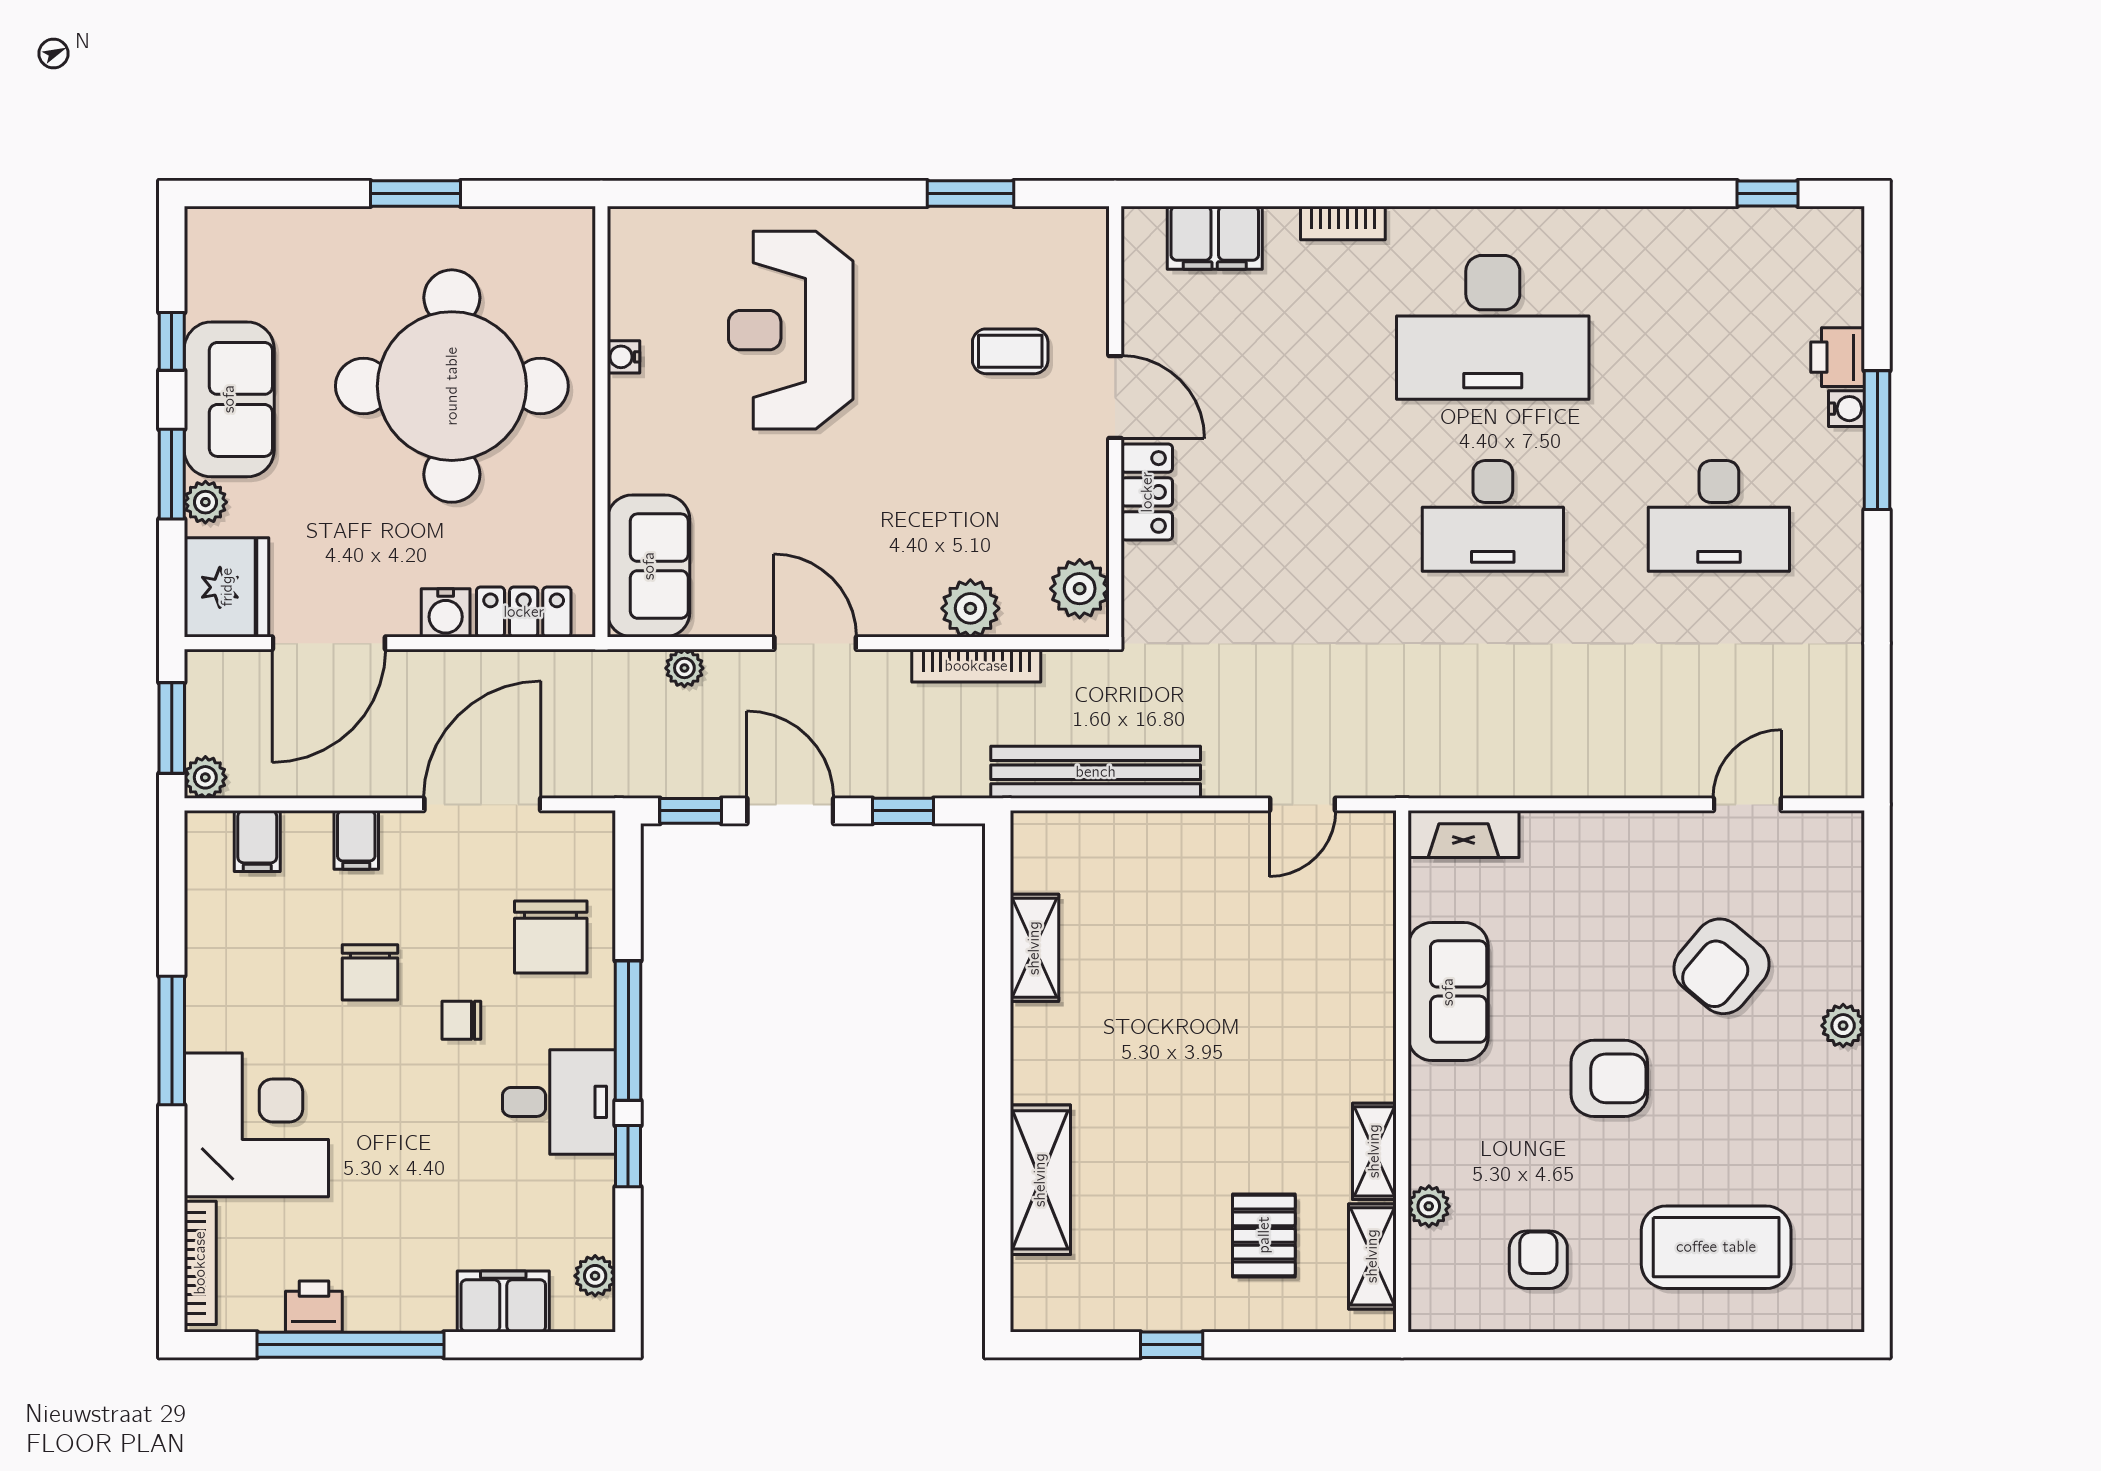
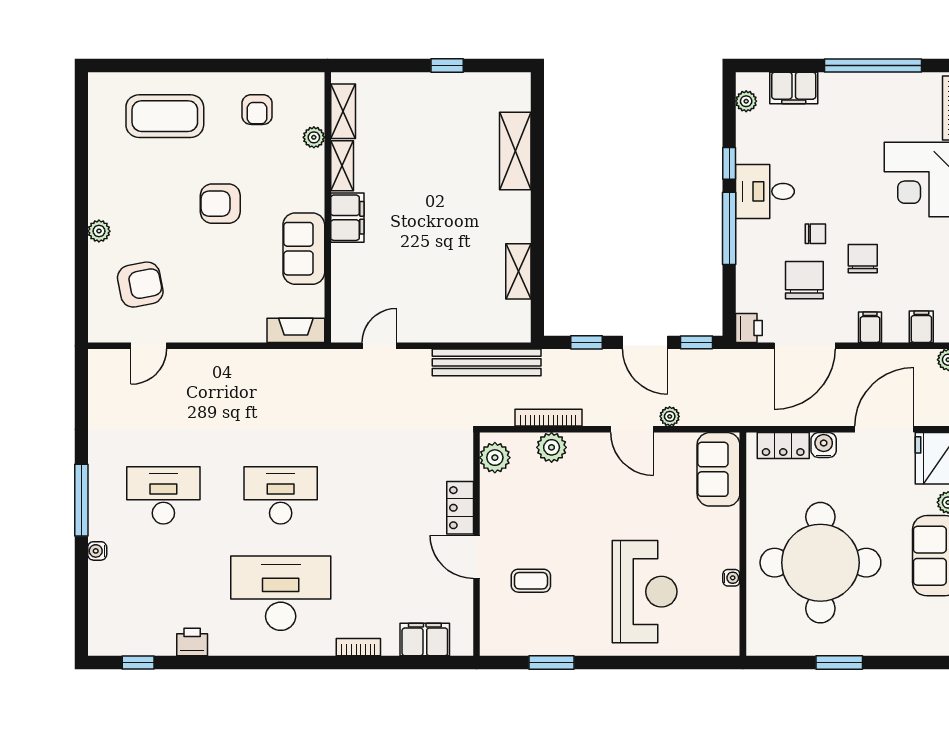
printer: (1838, 357) -> (192, 642), moved, turned -90
window: (1877, 440) -> (81, 500), moved
plant: (684, 668) -> (670, 416), moved
chair: (551, 937) -> (804, 280), moved
armchair: (1722, 966) -> (140, 285), moved, turned 39
filing cabinet: (1364, 1051) -> (347, 218), added
pallet: (1264, 1235) -> (399, 122), removed
printer: (314, 1306) -> (749, 328), moved, turned -90

